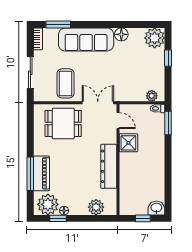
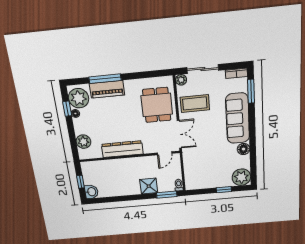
plant: (152, 96) -> (181, 80), moved
shower: (128, 143) -> (149, 186), moved

